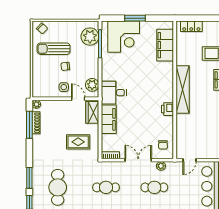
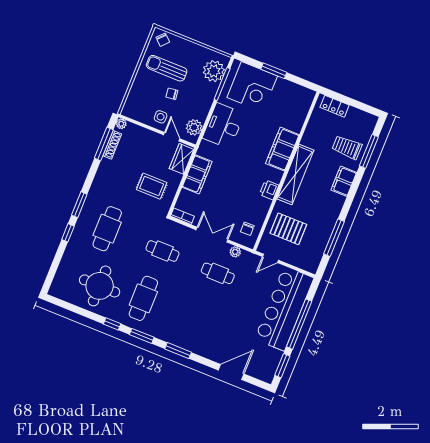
filing cabinet: (165, 45) -> (282, 149), moved
desk: (114, 93) -> (223, 126), moved, width x1.37
pallet: (194, 132) -> (288, 229), added

